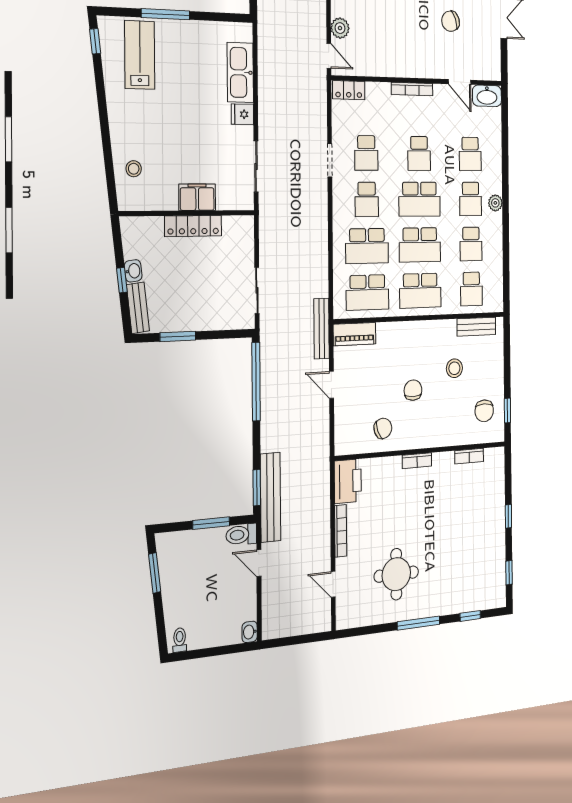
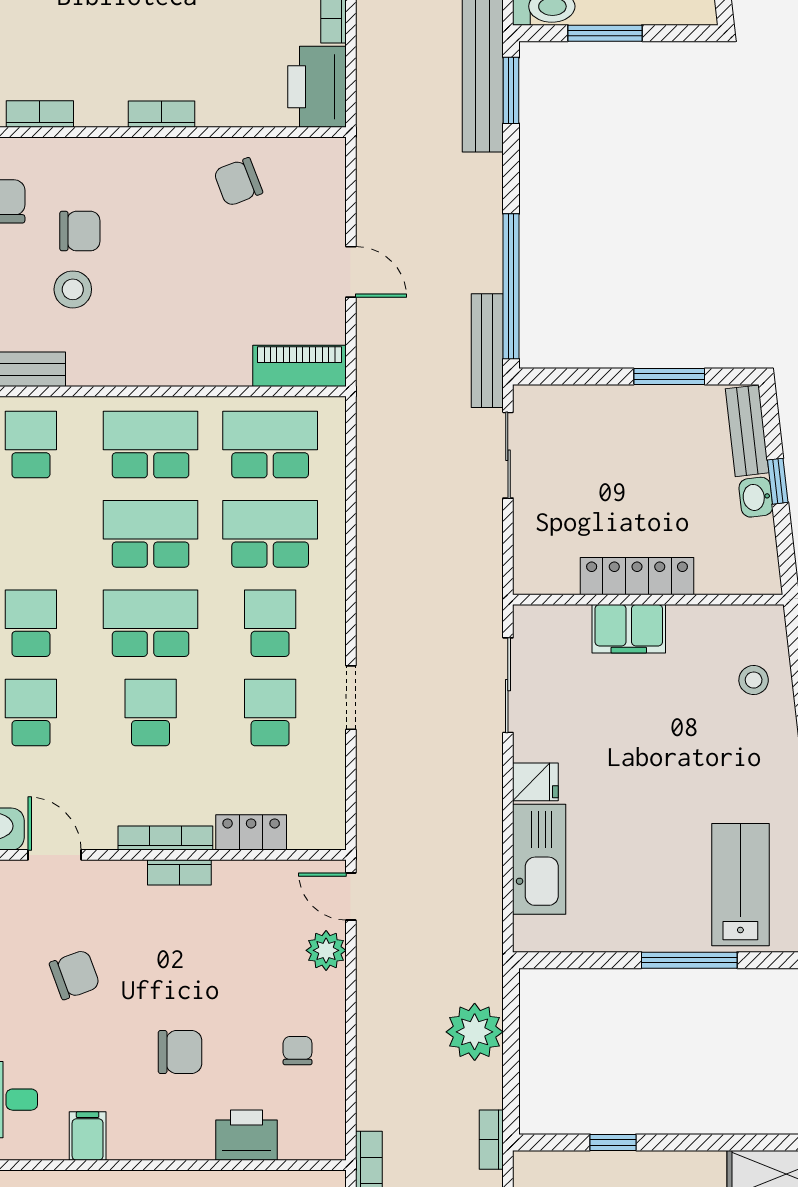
lab bench: (140, 55) -> (740, 885), turned 180
bookcase: (406, 71) -> (179, 872), added
locker: (349, 90) -> (251, 832), moved
school desk: (471, 244) -> (31, 534), removed
bench: (322, 329) -> (487, 351), moved
chair: (413, 390) -> (80, 231), moved, turned -90

